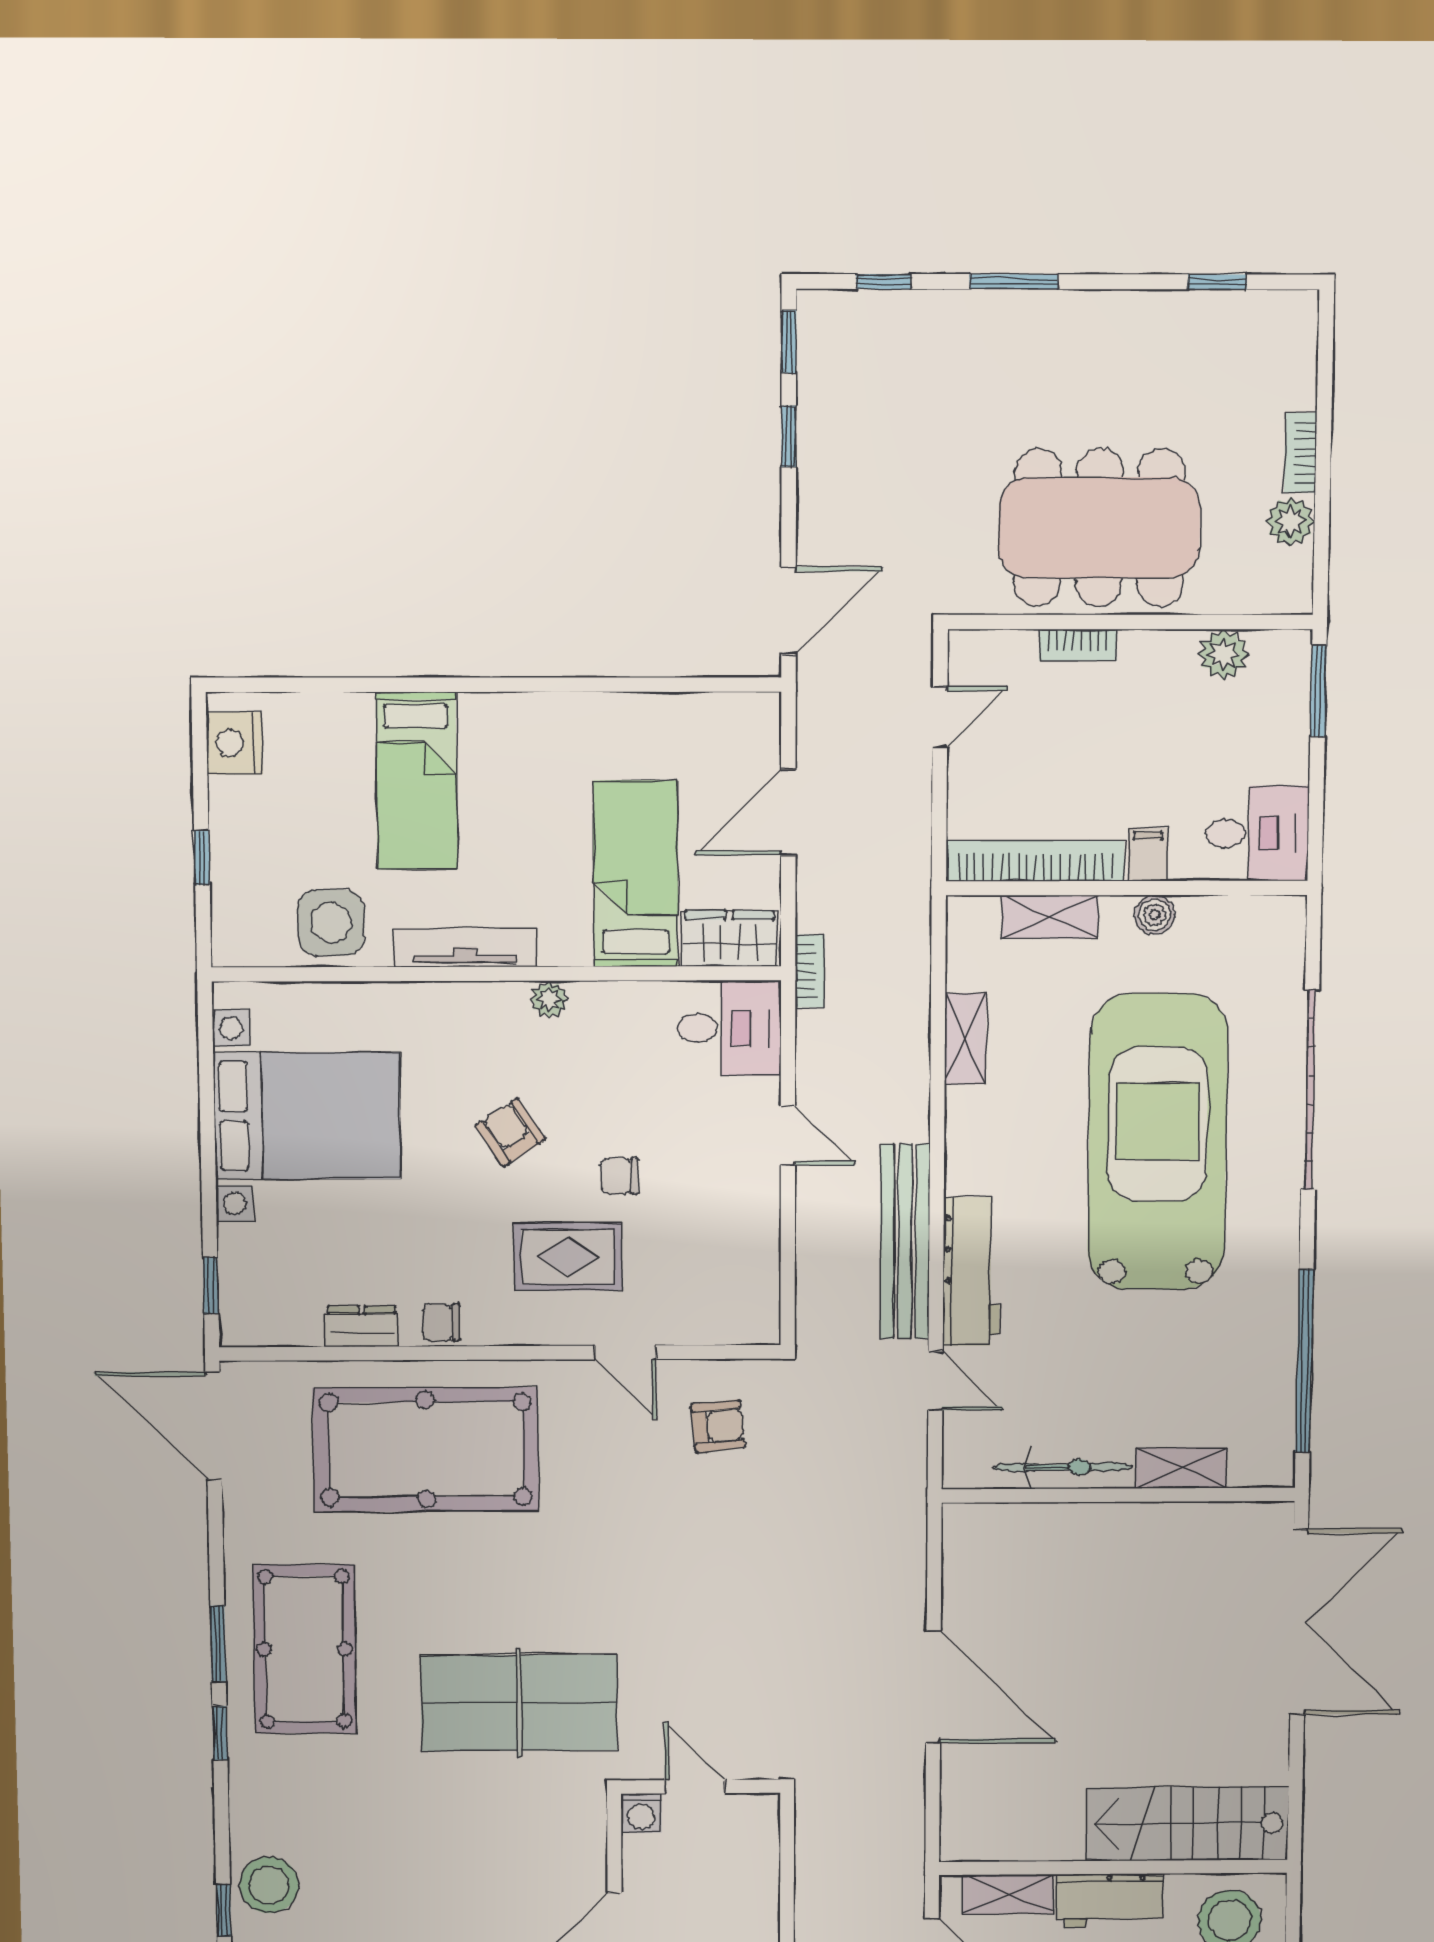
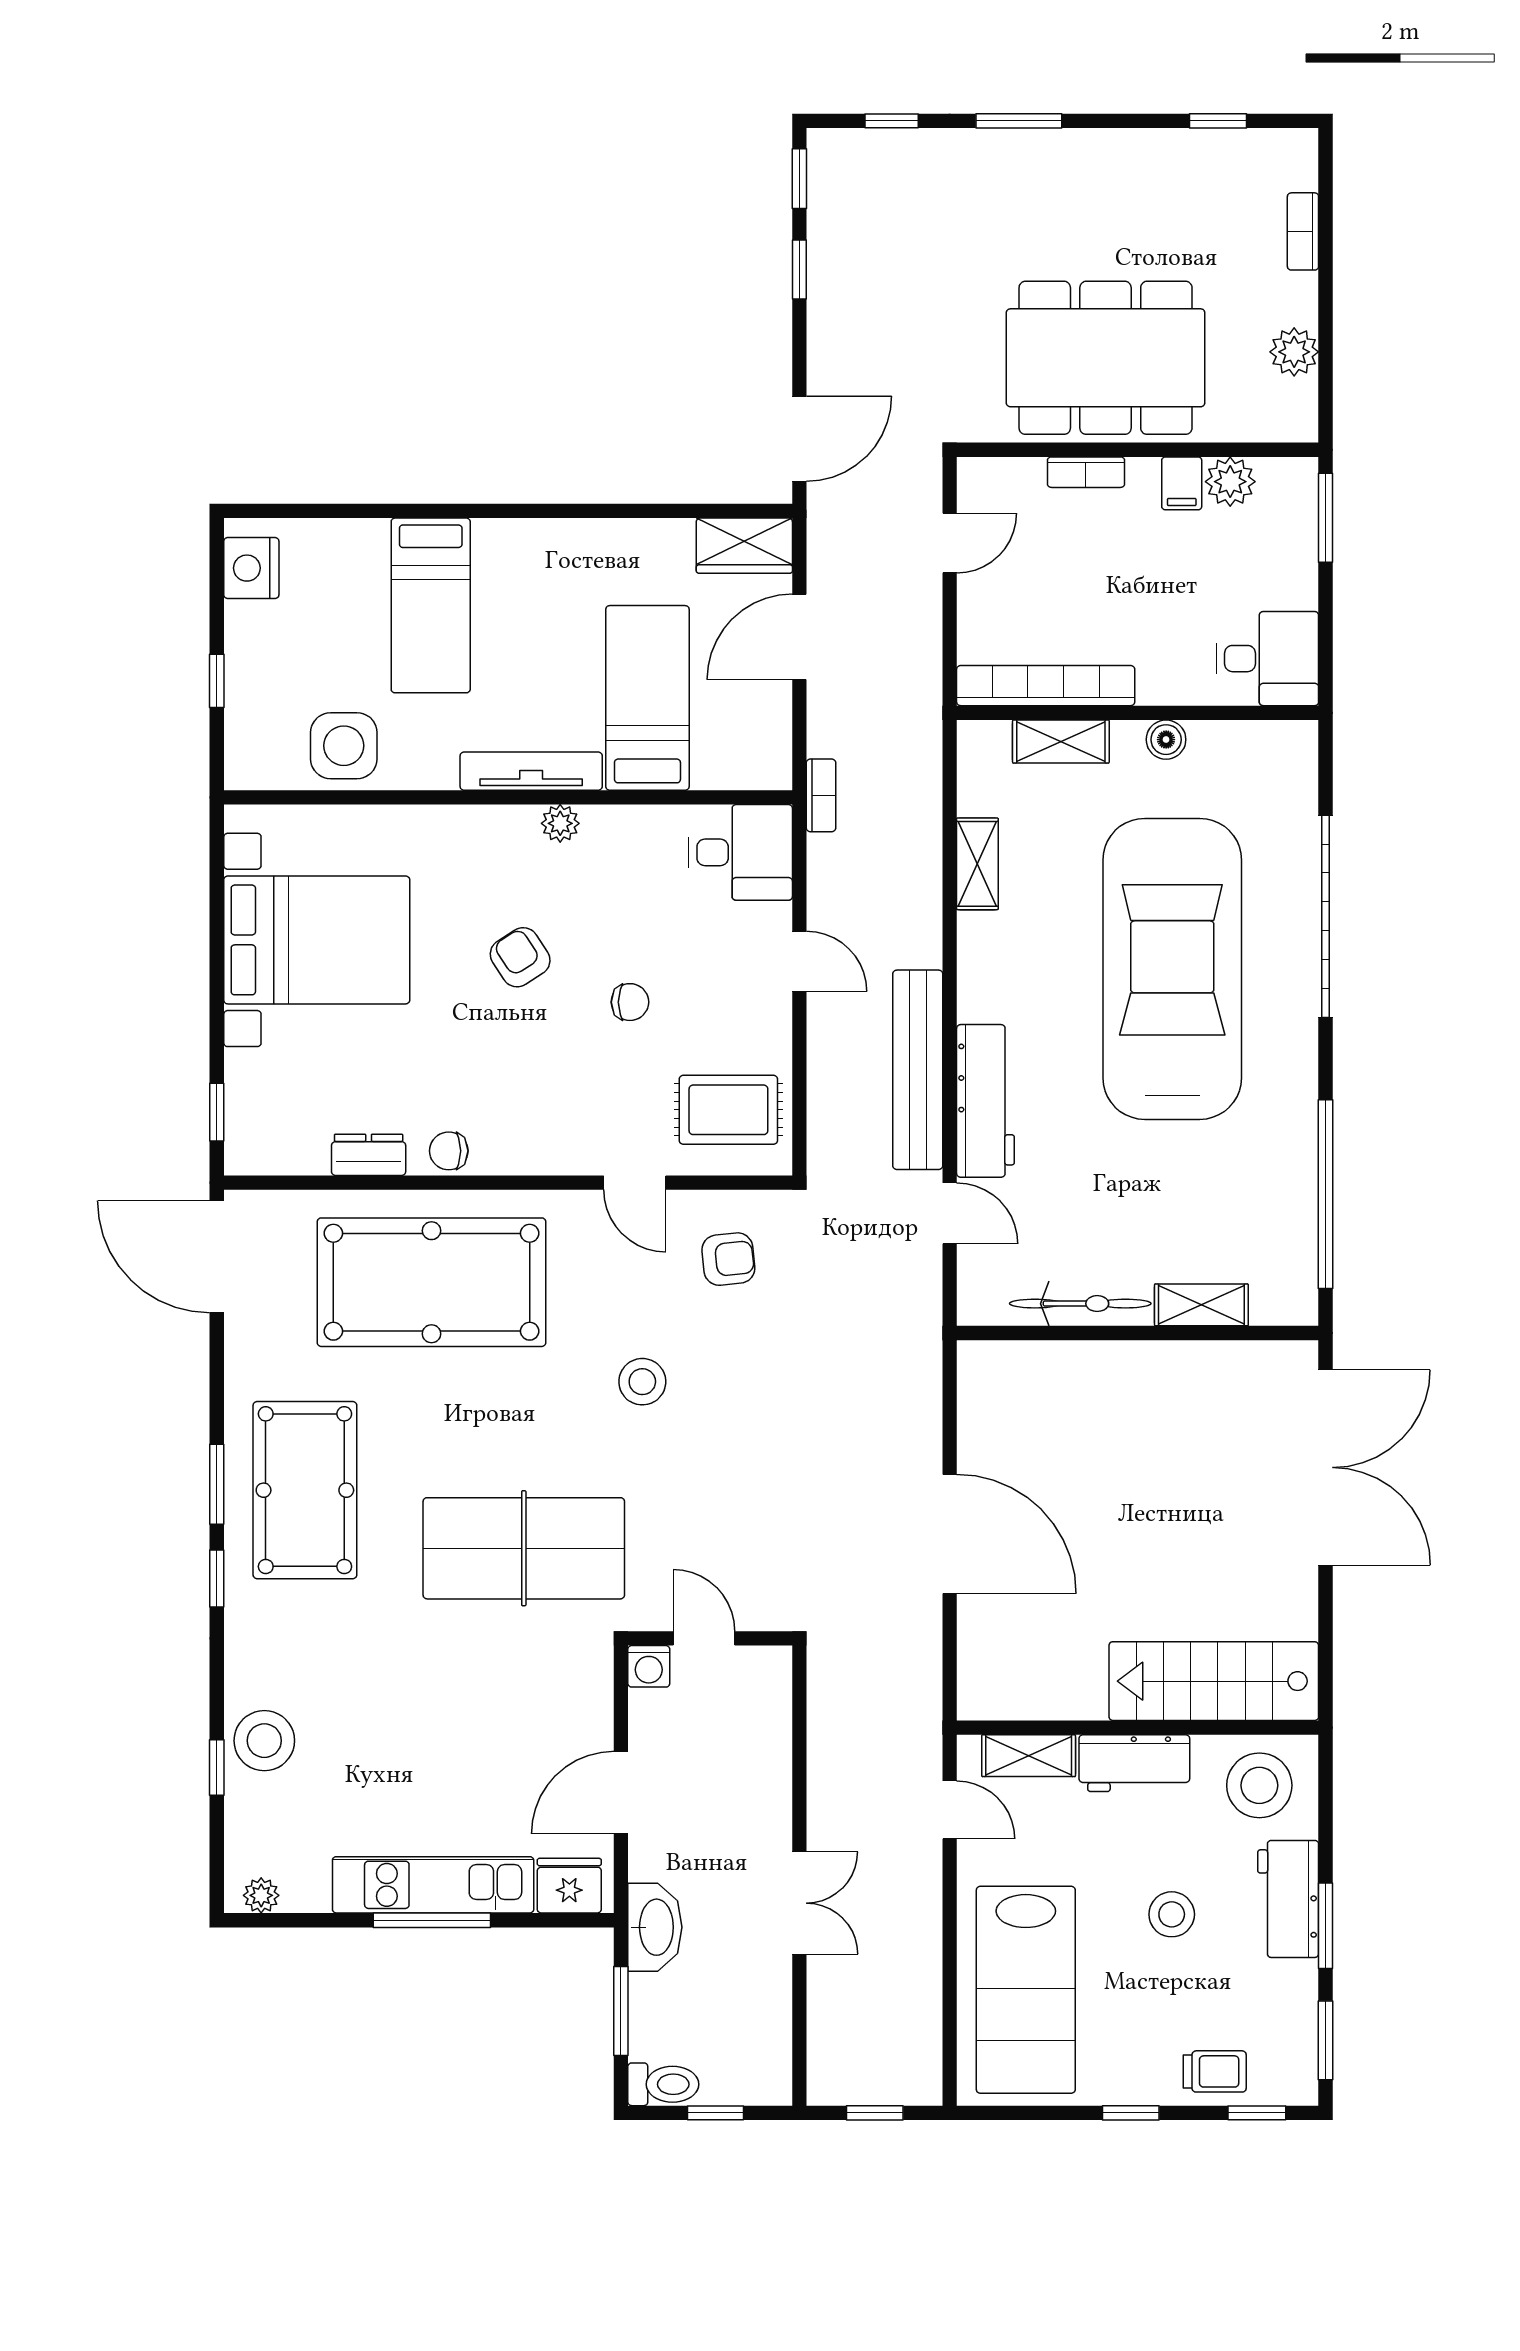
bookcase: (1301, 453) -> (1303, 231), moved
filing cabinet: (1148, 854) -> (1182, 483), moved, turned 180
wardrobe: (729, 939) -> (744, 546), moved, turned 180
tv unit: (465, 948) -> (531, 771), moved
chair: (620, 1176) -> (630, 1002), turned 180
rug: (568, 1257) -> (728, 1110), moved
stool: (634, 1544) -> (642, 1382), added

